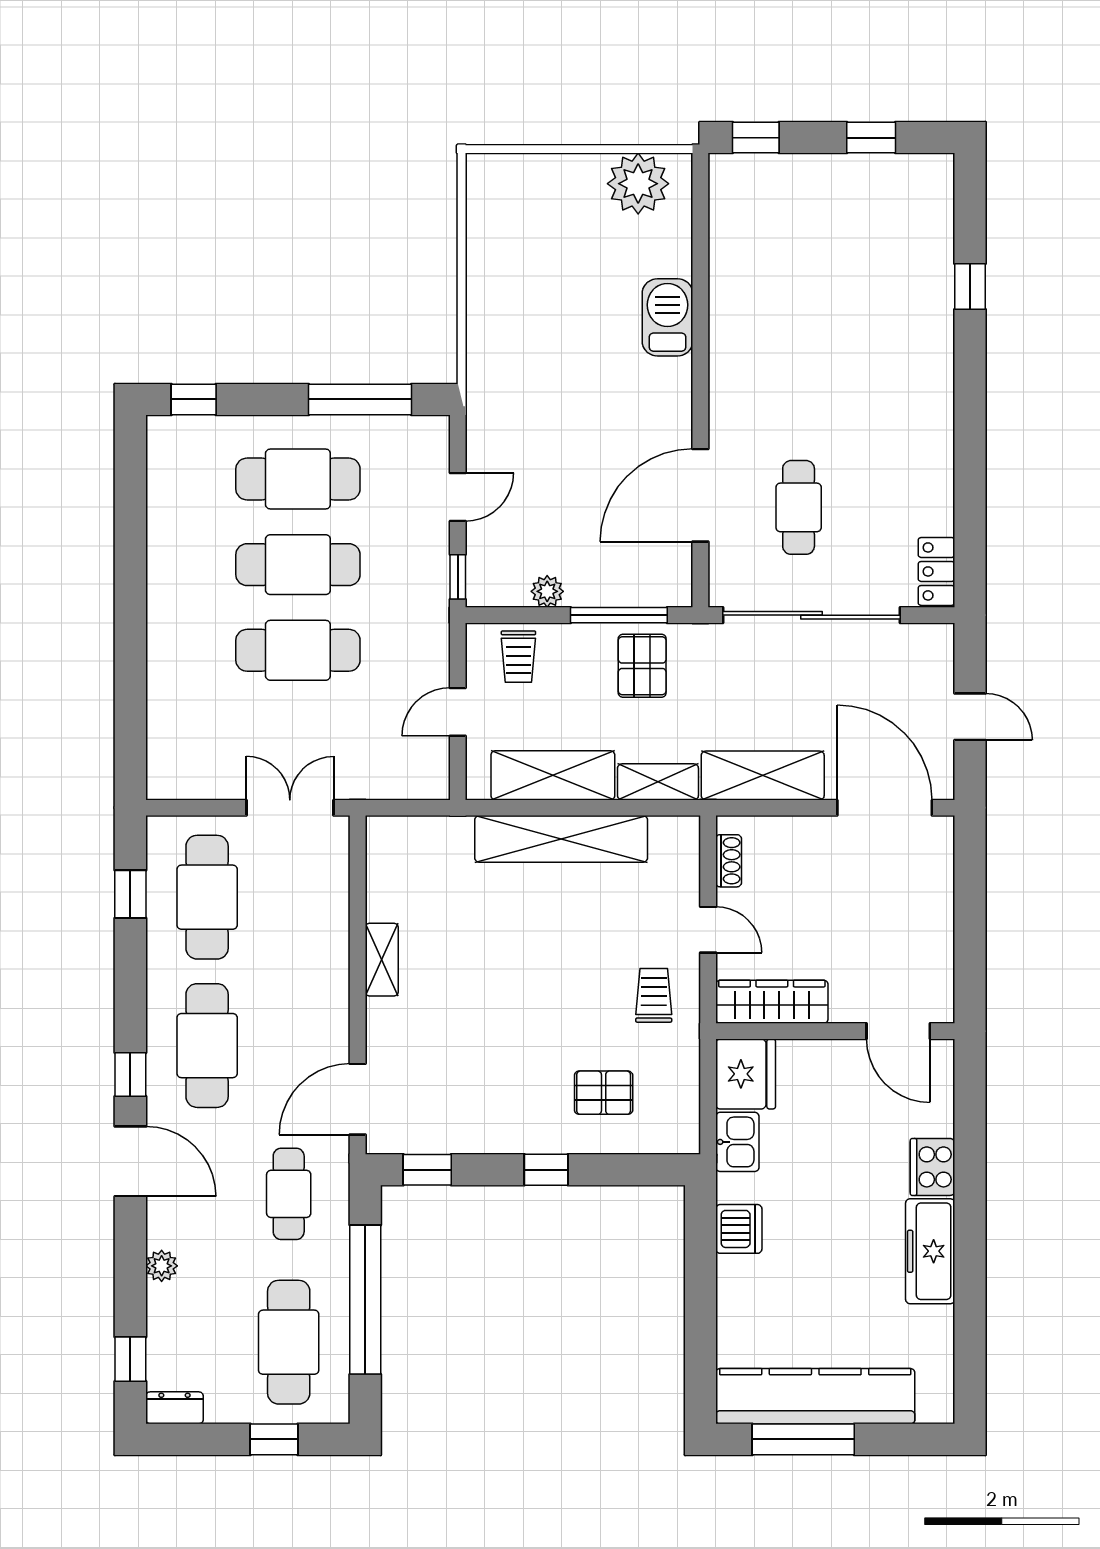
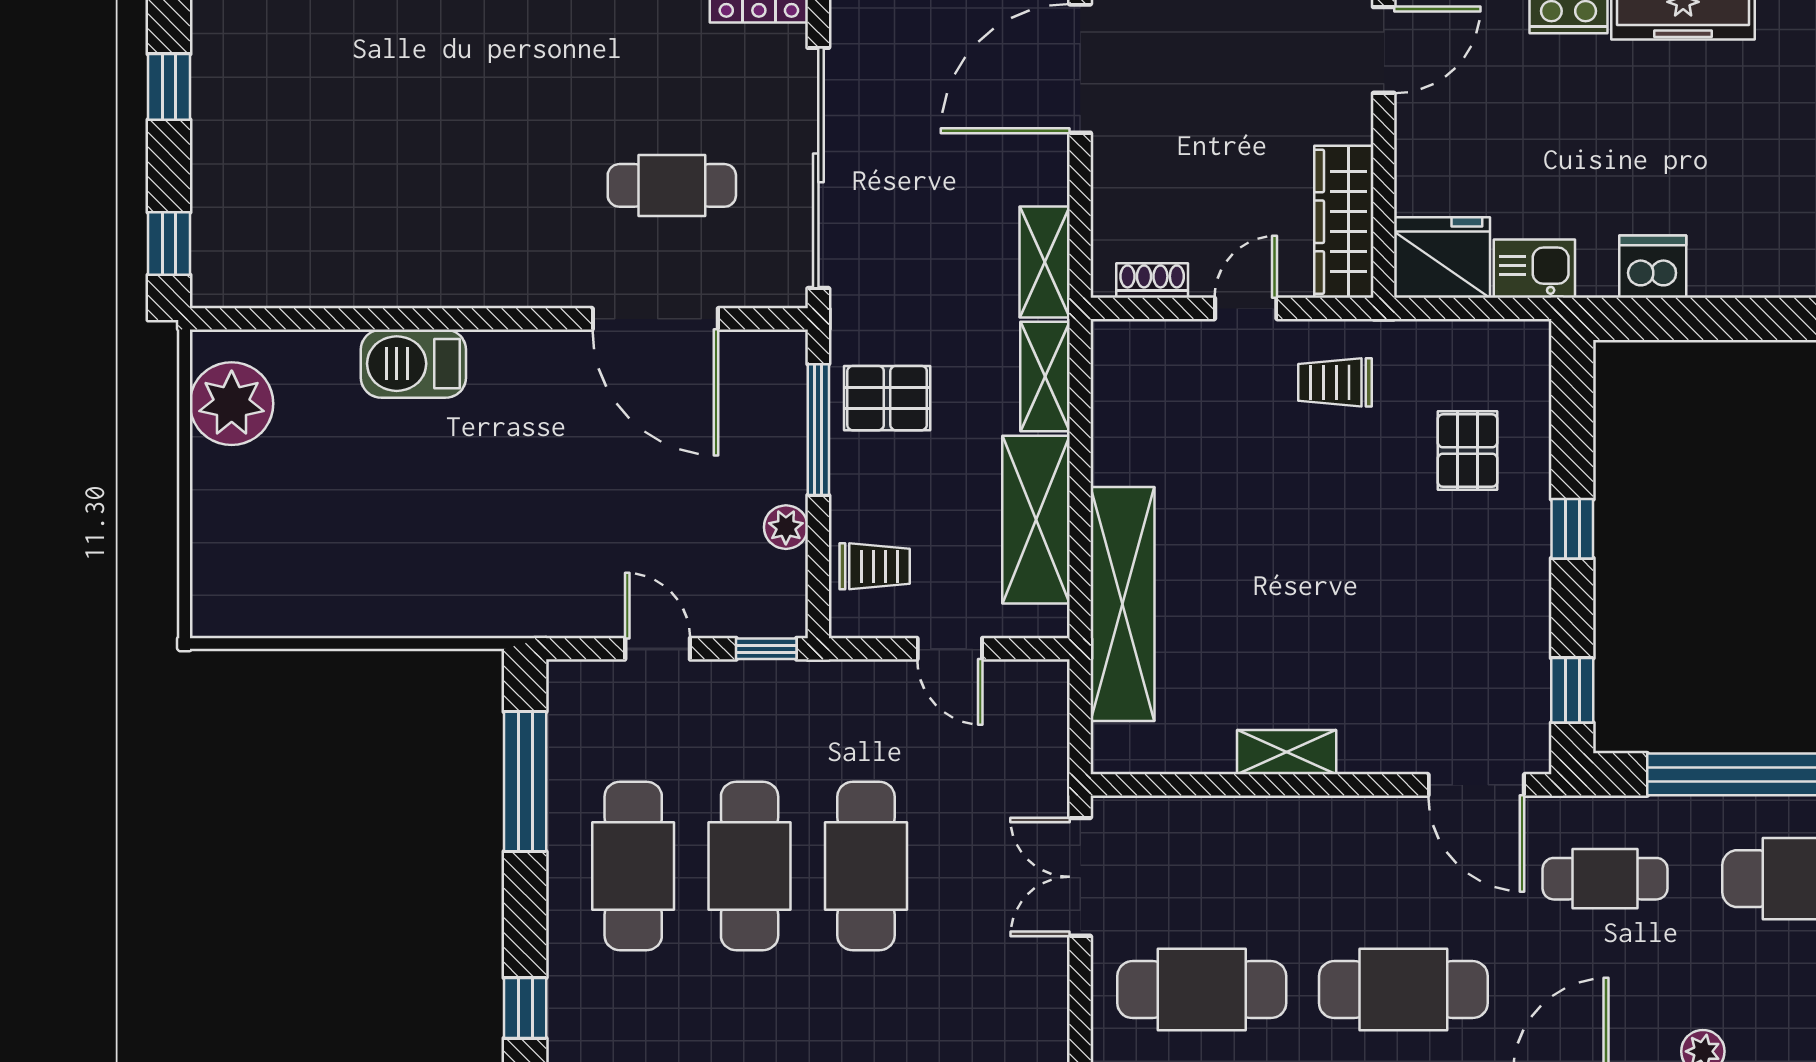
shelving: (763, 775) -> (1045, 262), width x0.67, depth x0.75
shelving: (561, 839) -> (1123, 604), moved

